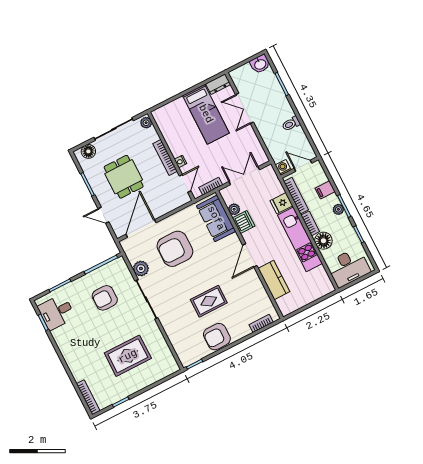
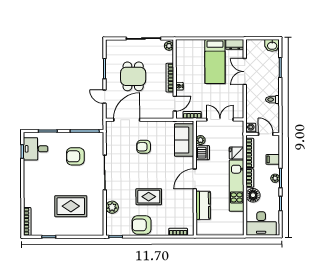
floor lamp: (88, 151) -> (117, 45), removed
armchair: (175, 249) -> (144, 147), width x0.53, depth x0.53
plant: (141, 269) -> (112, 207), moved

